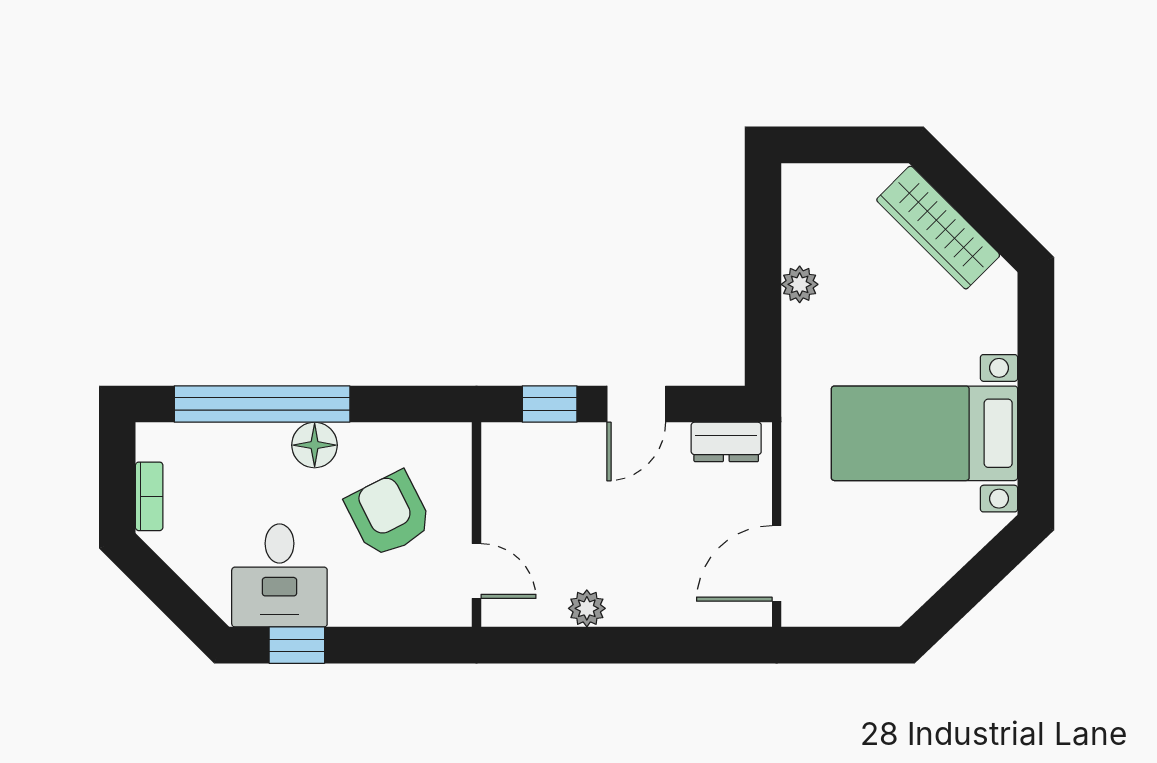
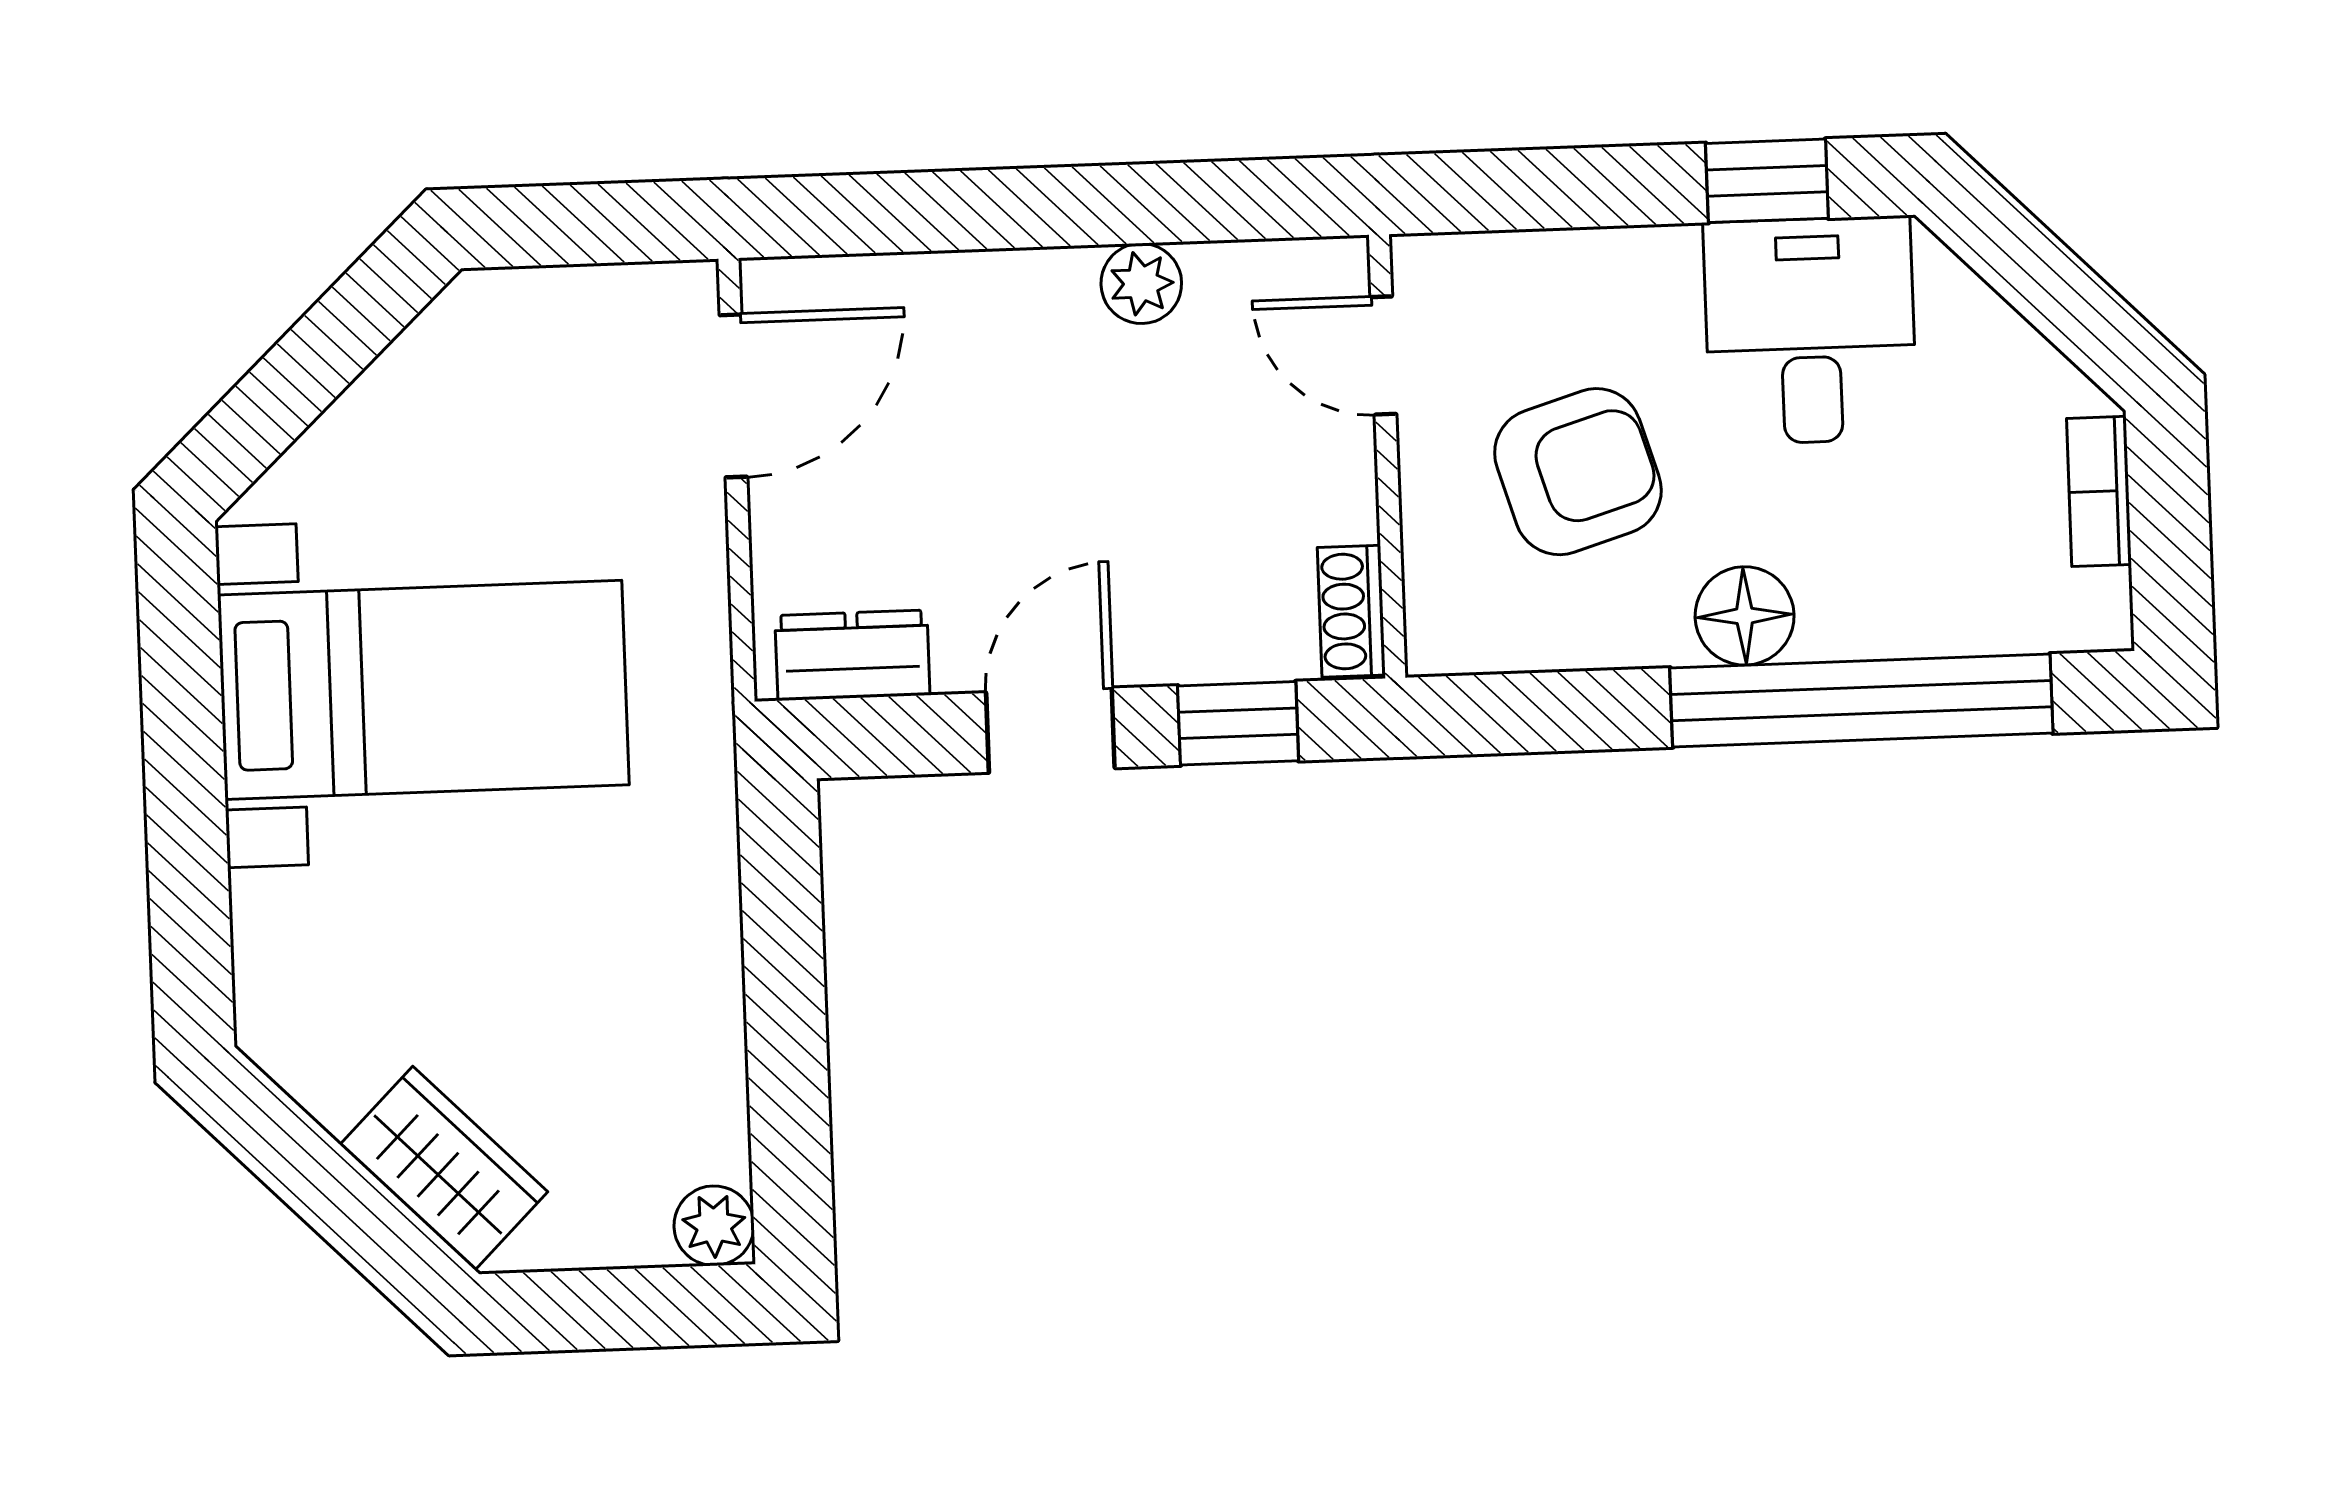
wardrobe: (938, 228) -> (444, 1168), width x0.67
plant: (800, 284) -> (714, 1226), moved
shoe rack: (496, 454) -> (1351, 611), added
armchair: (389, 514) -> (1578, 472), turned -80

